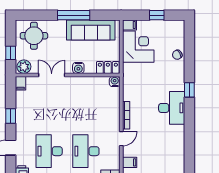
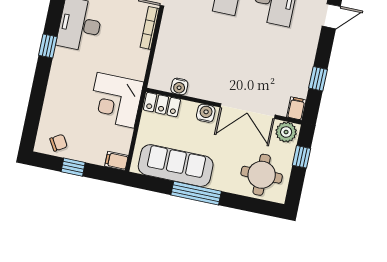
corner desk: (138, 47) -> (116, 100), moved
chair: (177, 55) -> (59, 143), moved
double door: (52, 75) -> (248, 111), width x1.37
water cooler: (115, 82) -> (179, 86), moved
window: (11, 116) -> (318, 79), moved

